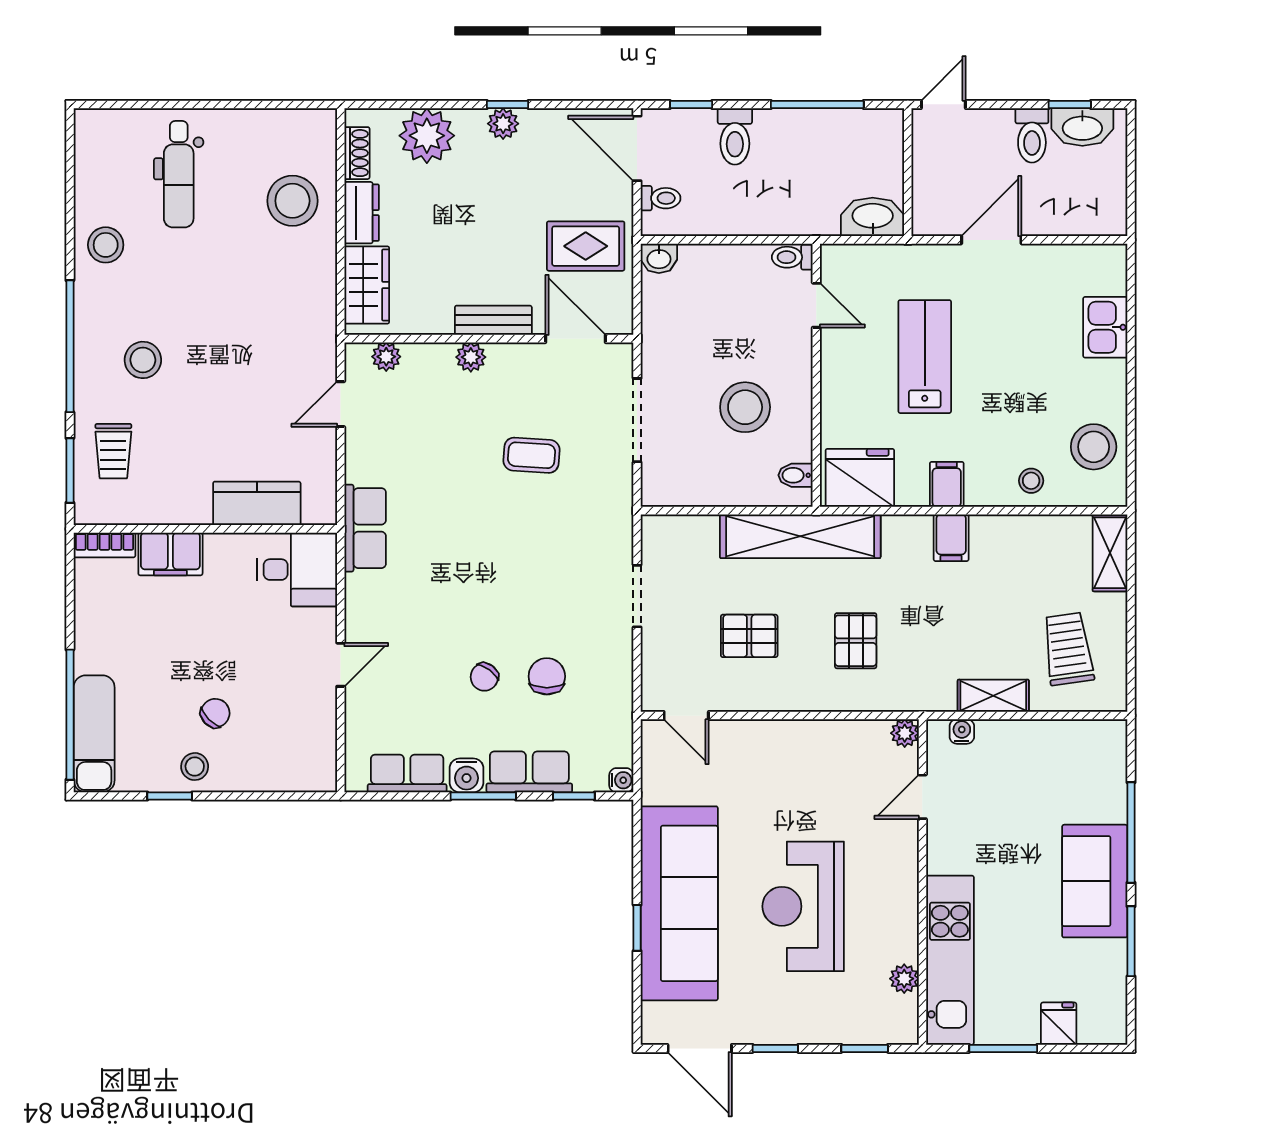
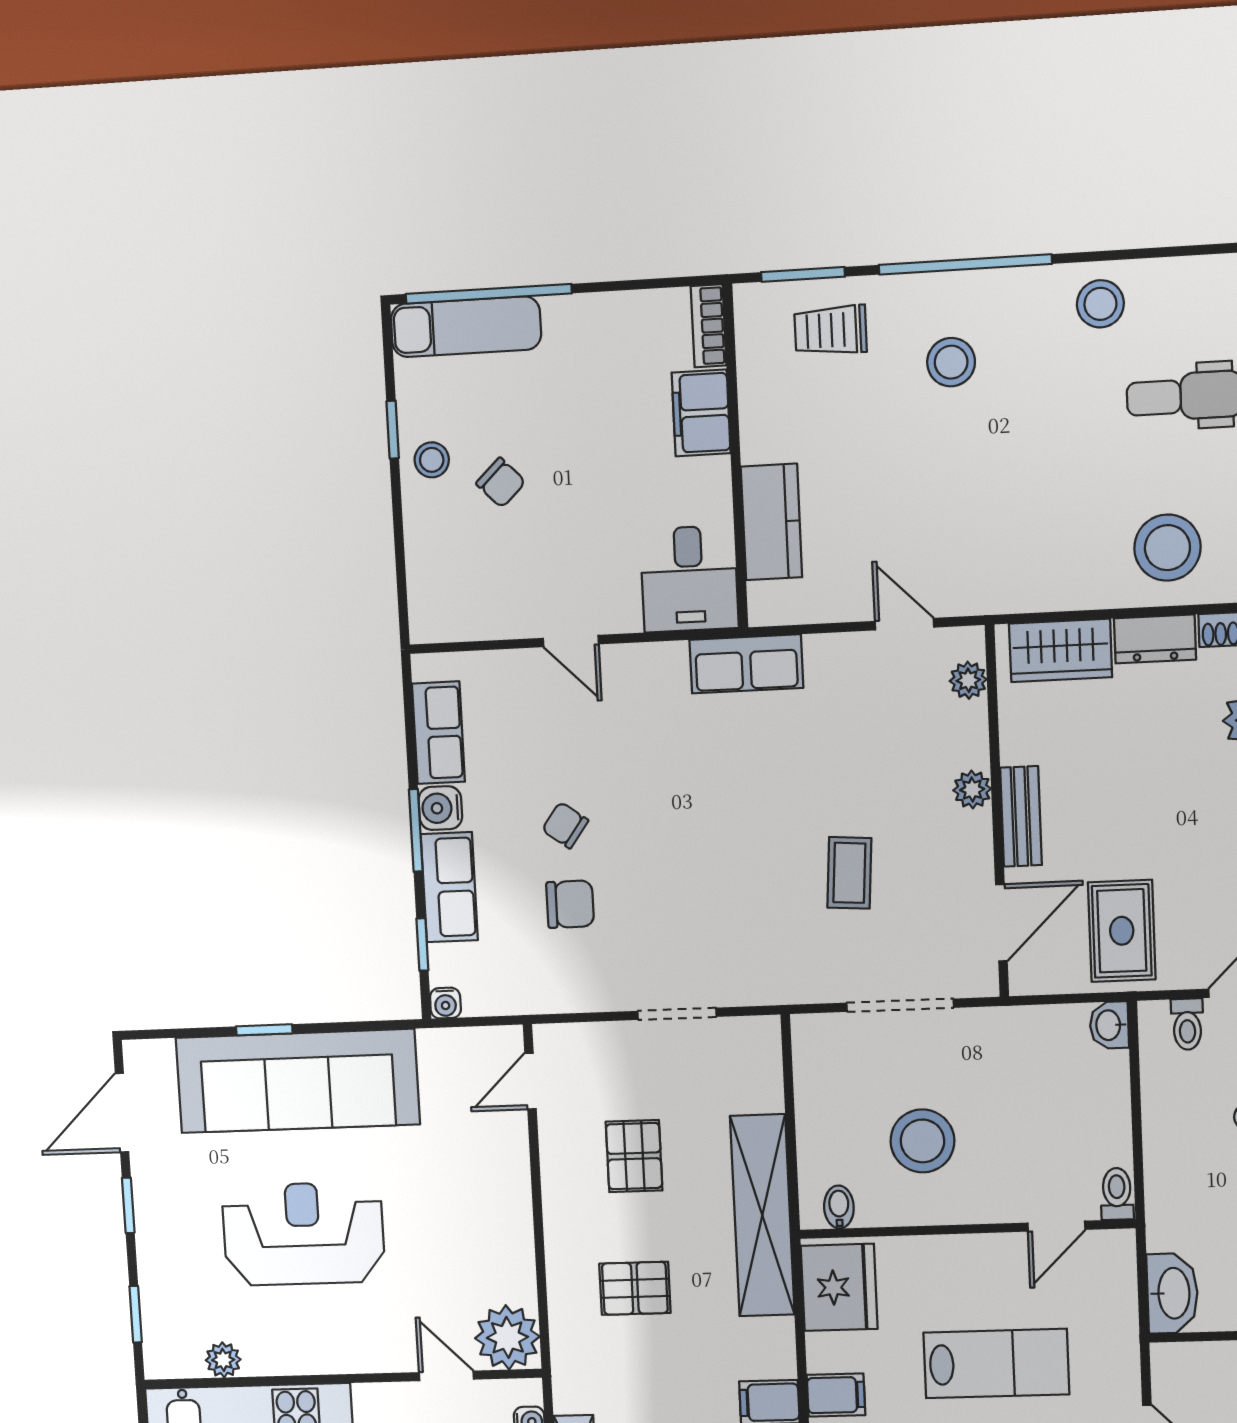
plant: (905, 733) -> (507, 1337), width x1.88, depth x1.88

